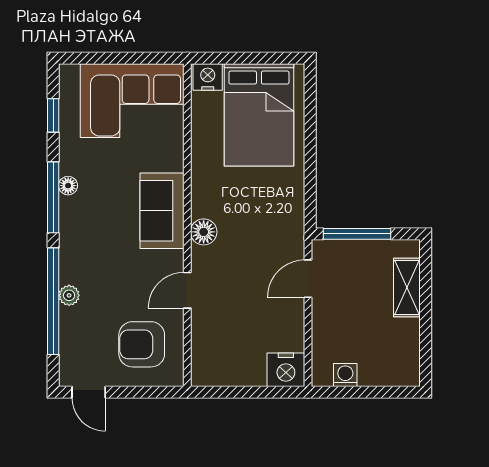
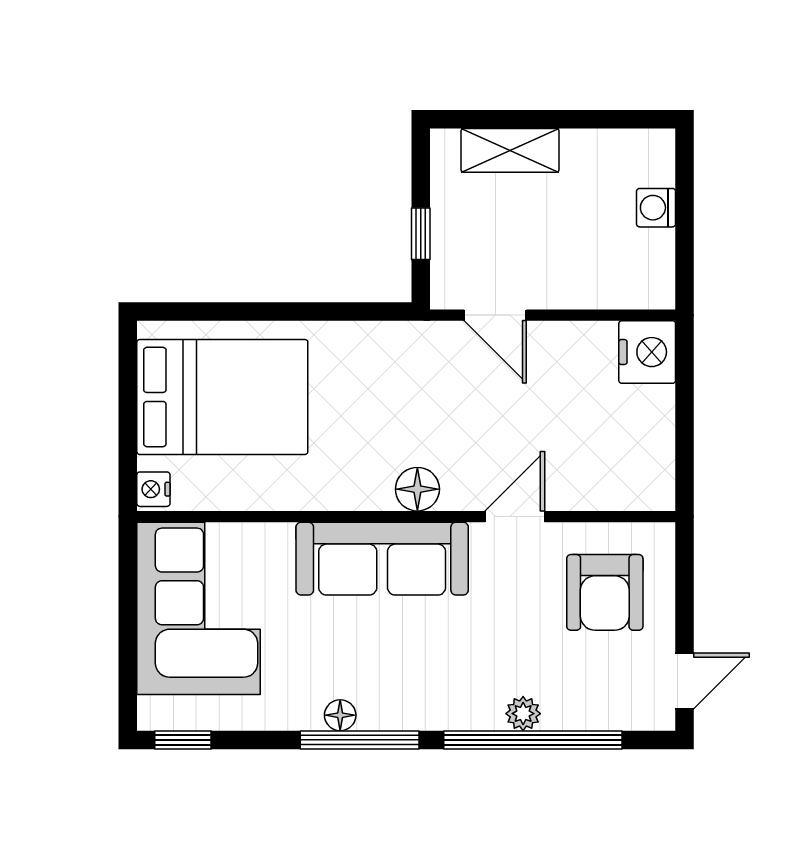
nightstand: (208, 77) -> (153, 489), width x0.72, depth x0.74
window: (53, 115) -> (183, 740), moved
sofa: (162, 211) -> (382, 559), width x1.36
window: (357, 234) -> (421, 234), width x0.46
door: (187, 290) -> (515, 517), swing flipped
washing machine: (345, 375) -> (656, 208), moved

